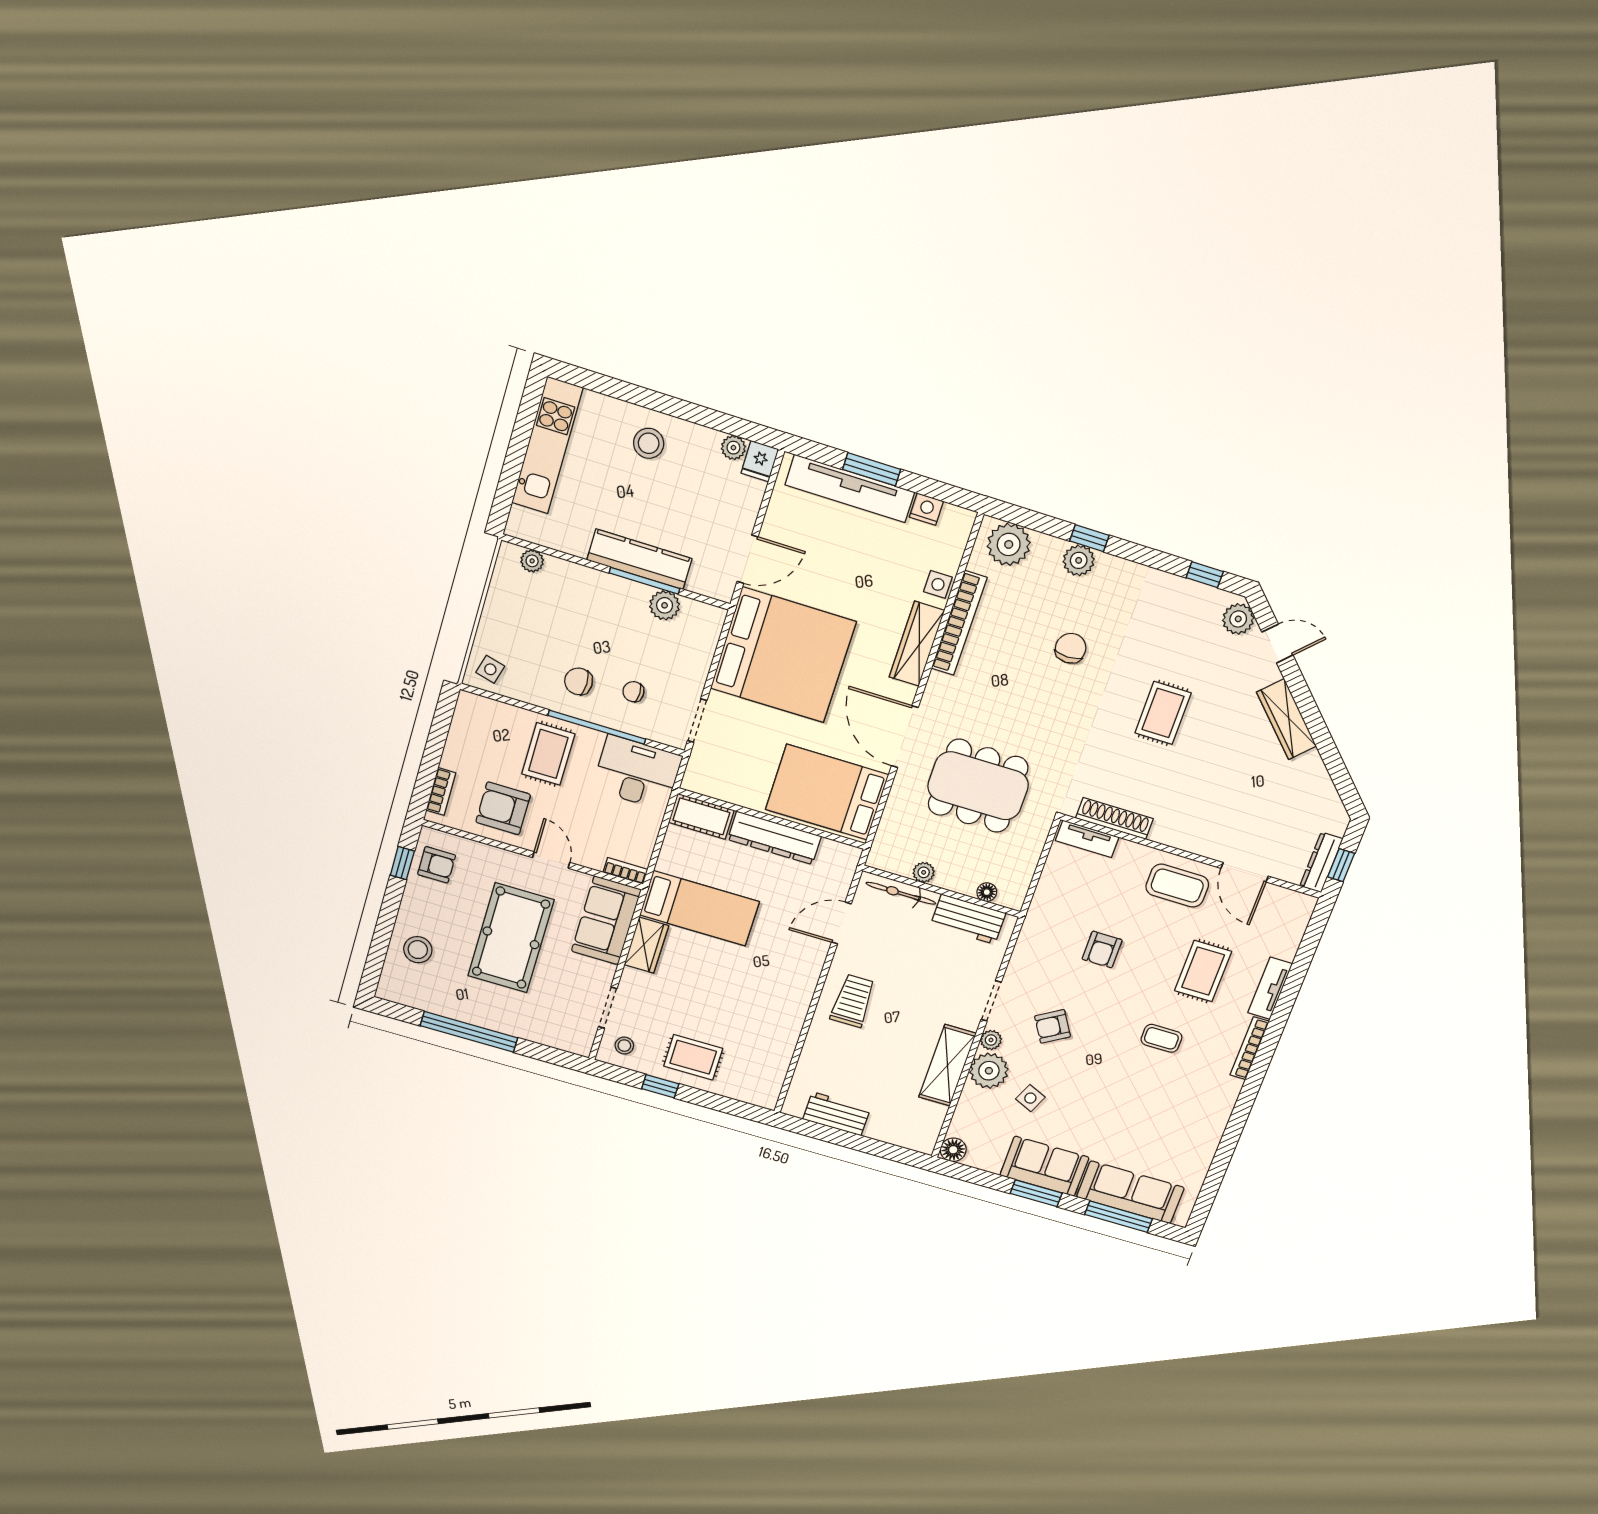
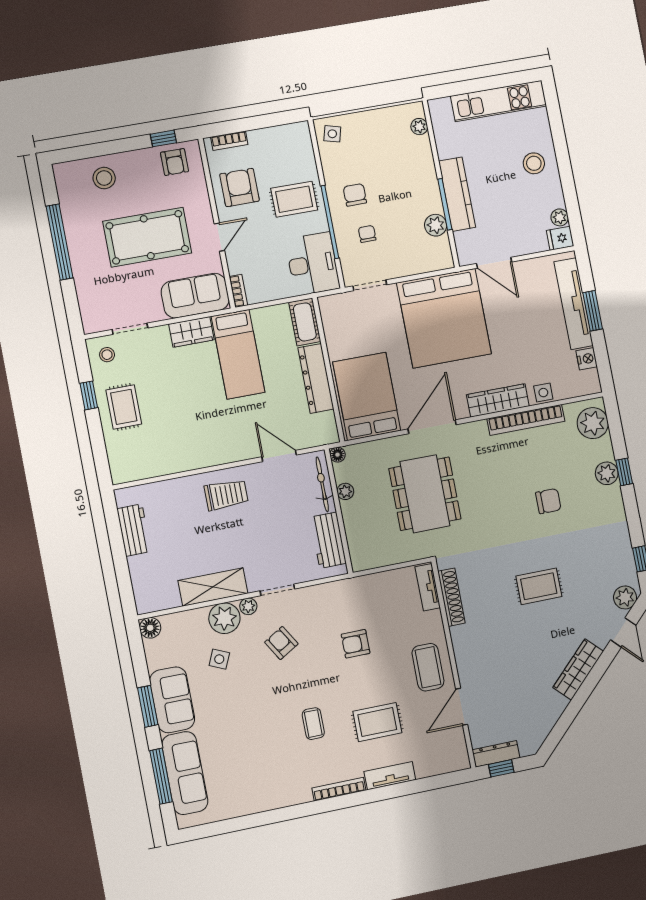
floor lamp: (987, 892) -> (338, 455), moved

